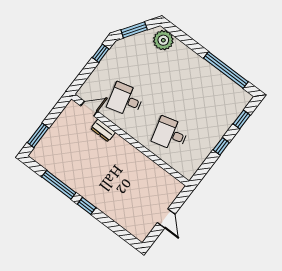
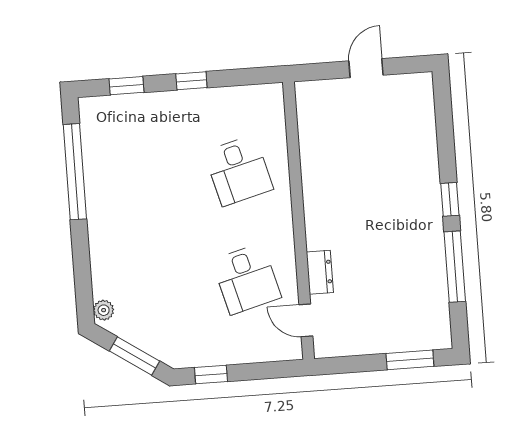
plant: (163, 40) -> (104, 310), width x0.53, depth x0.53

